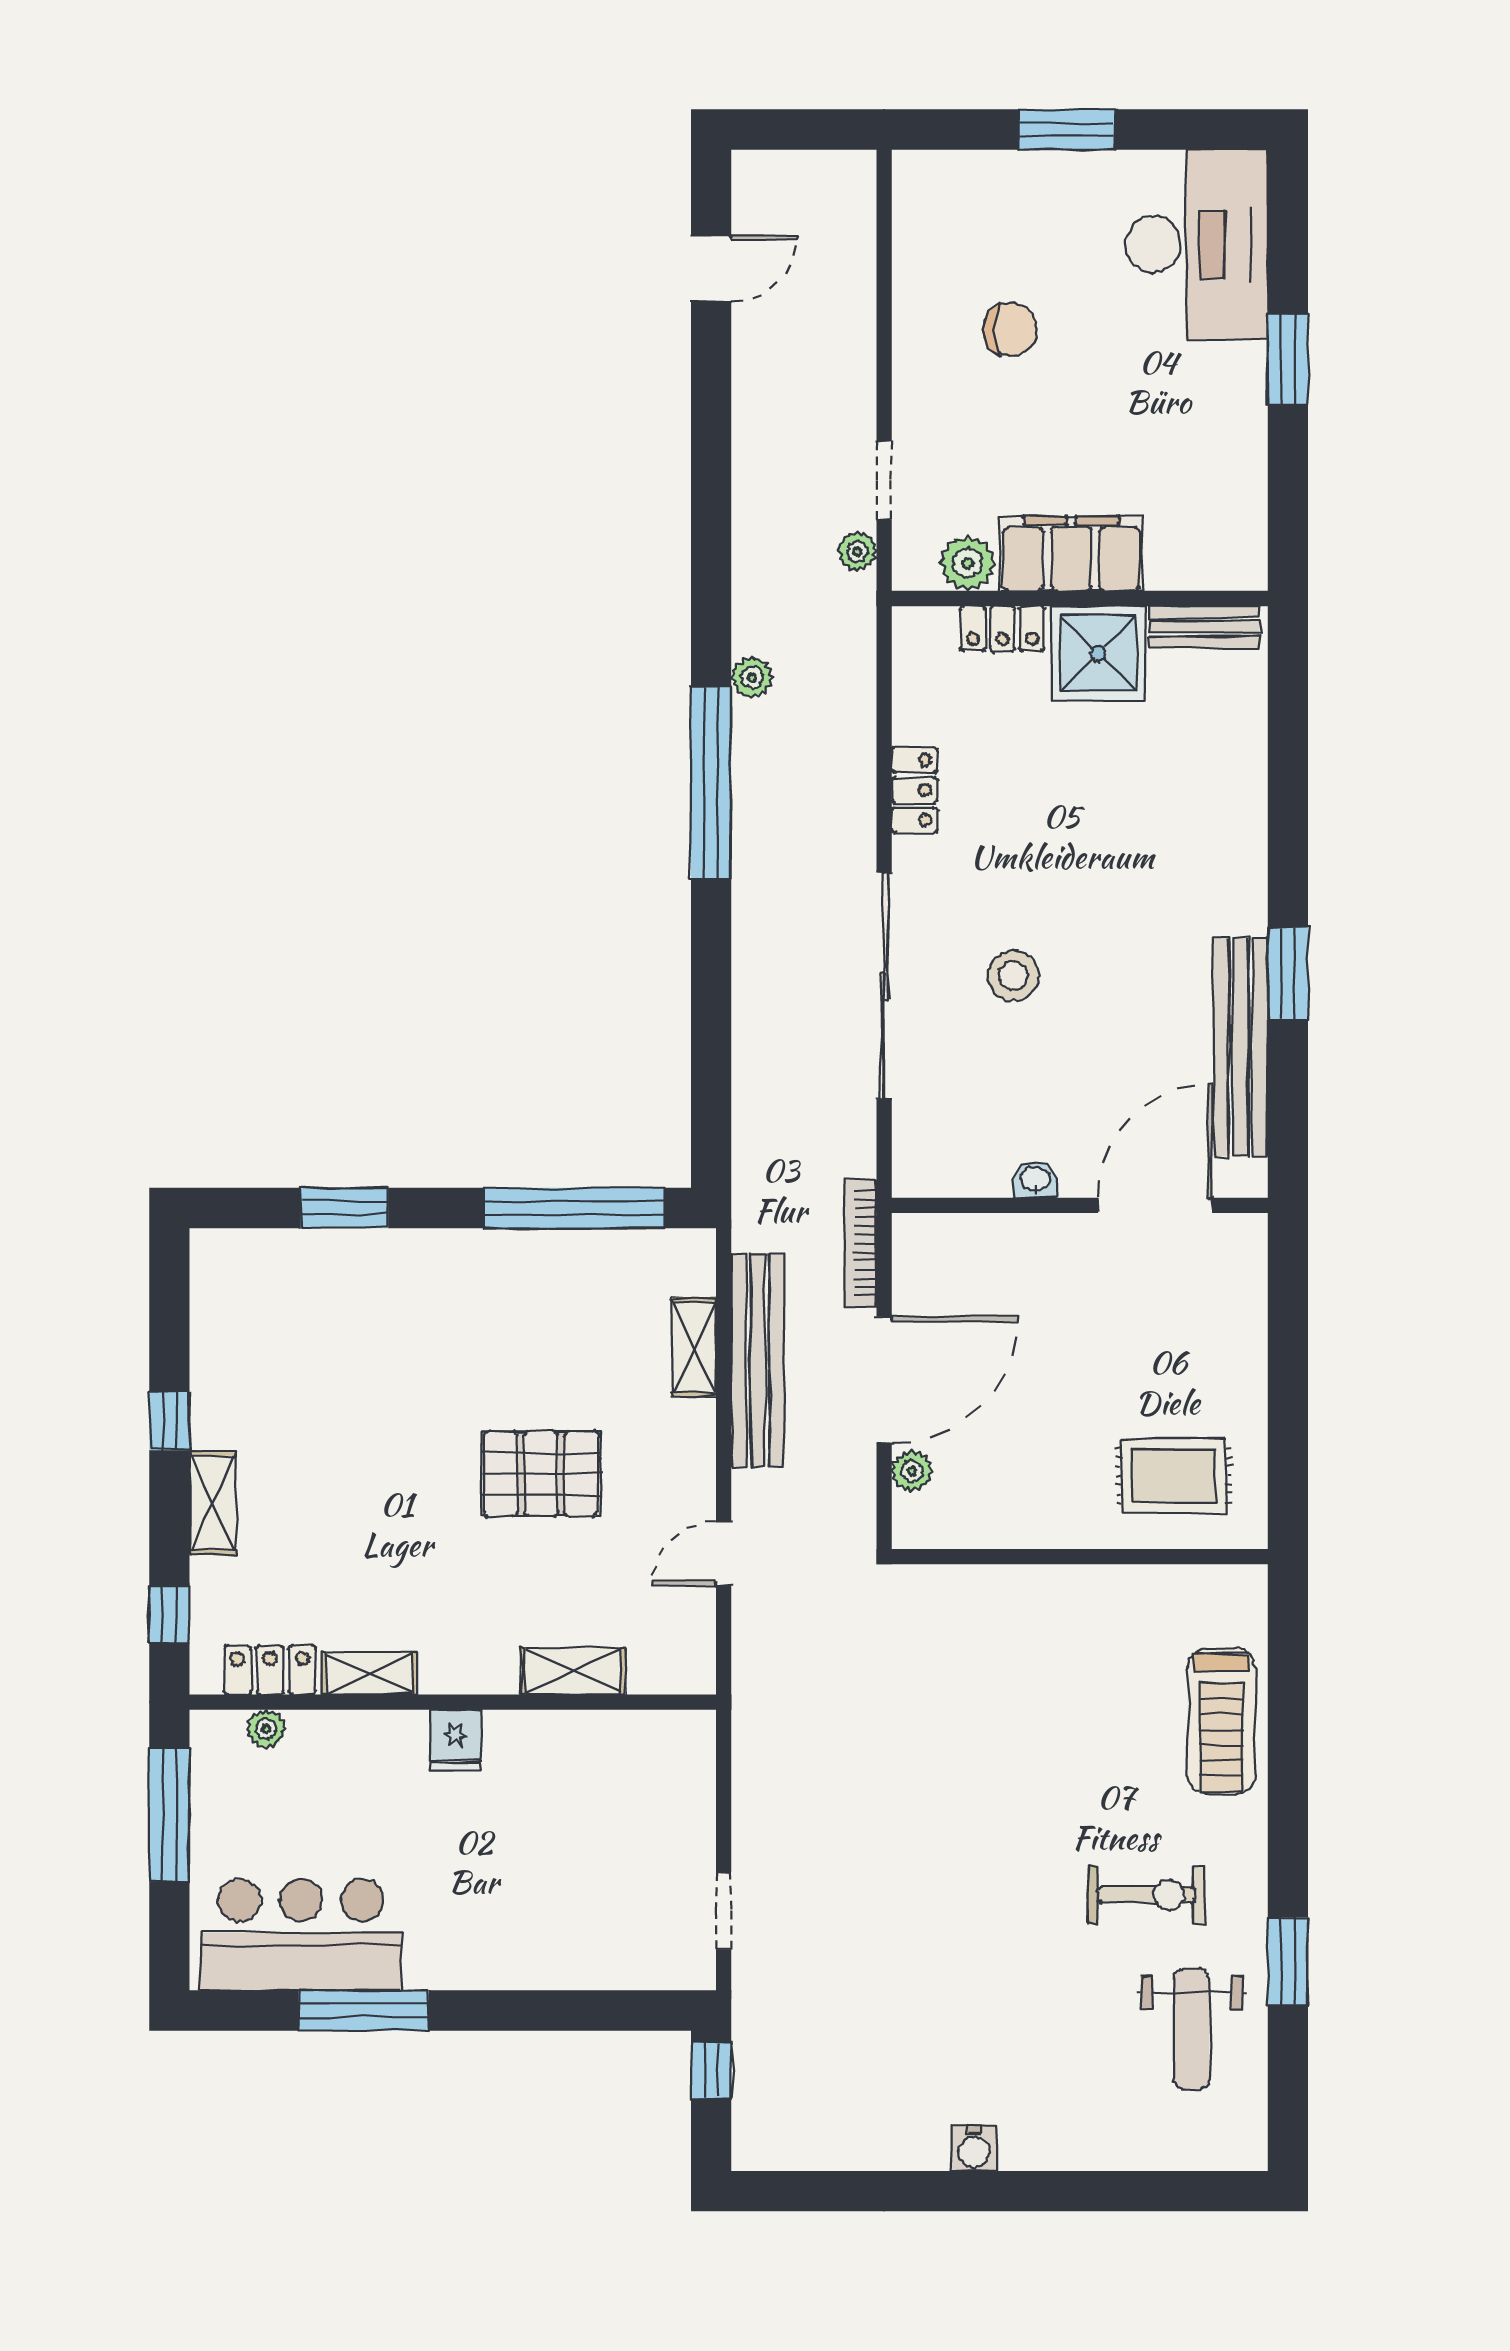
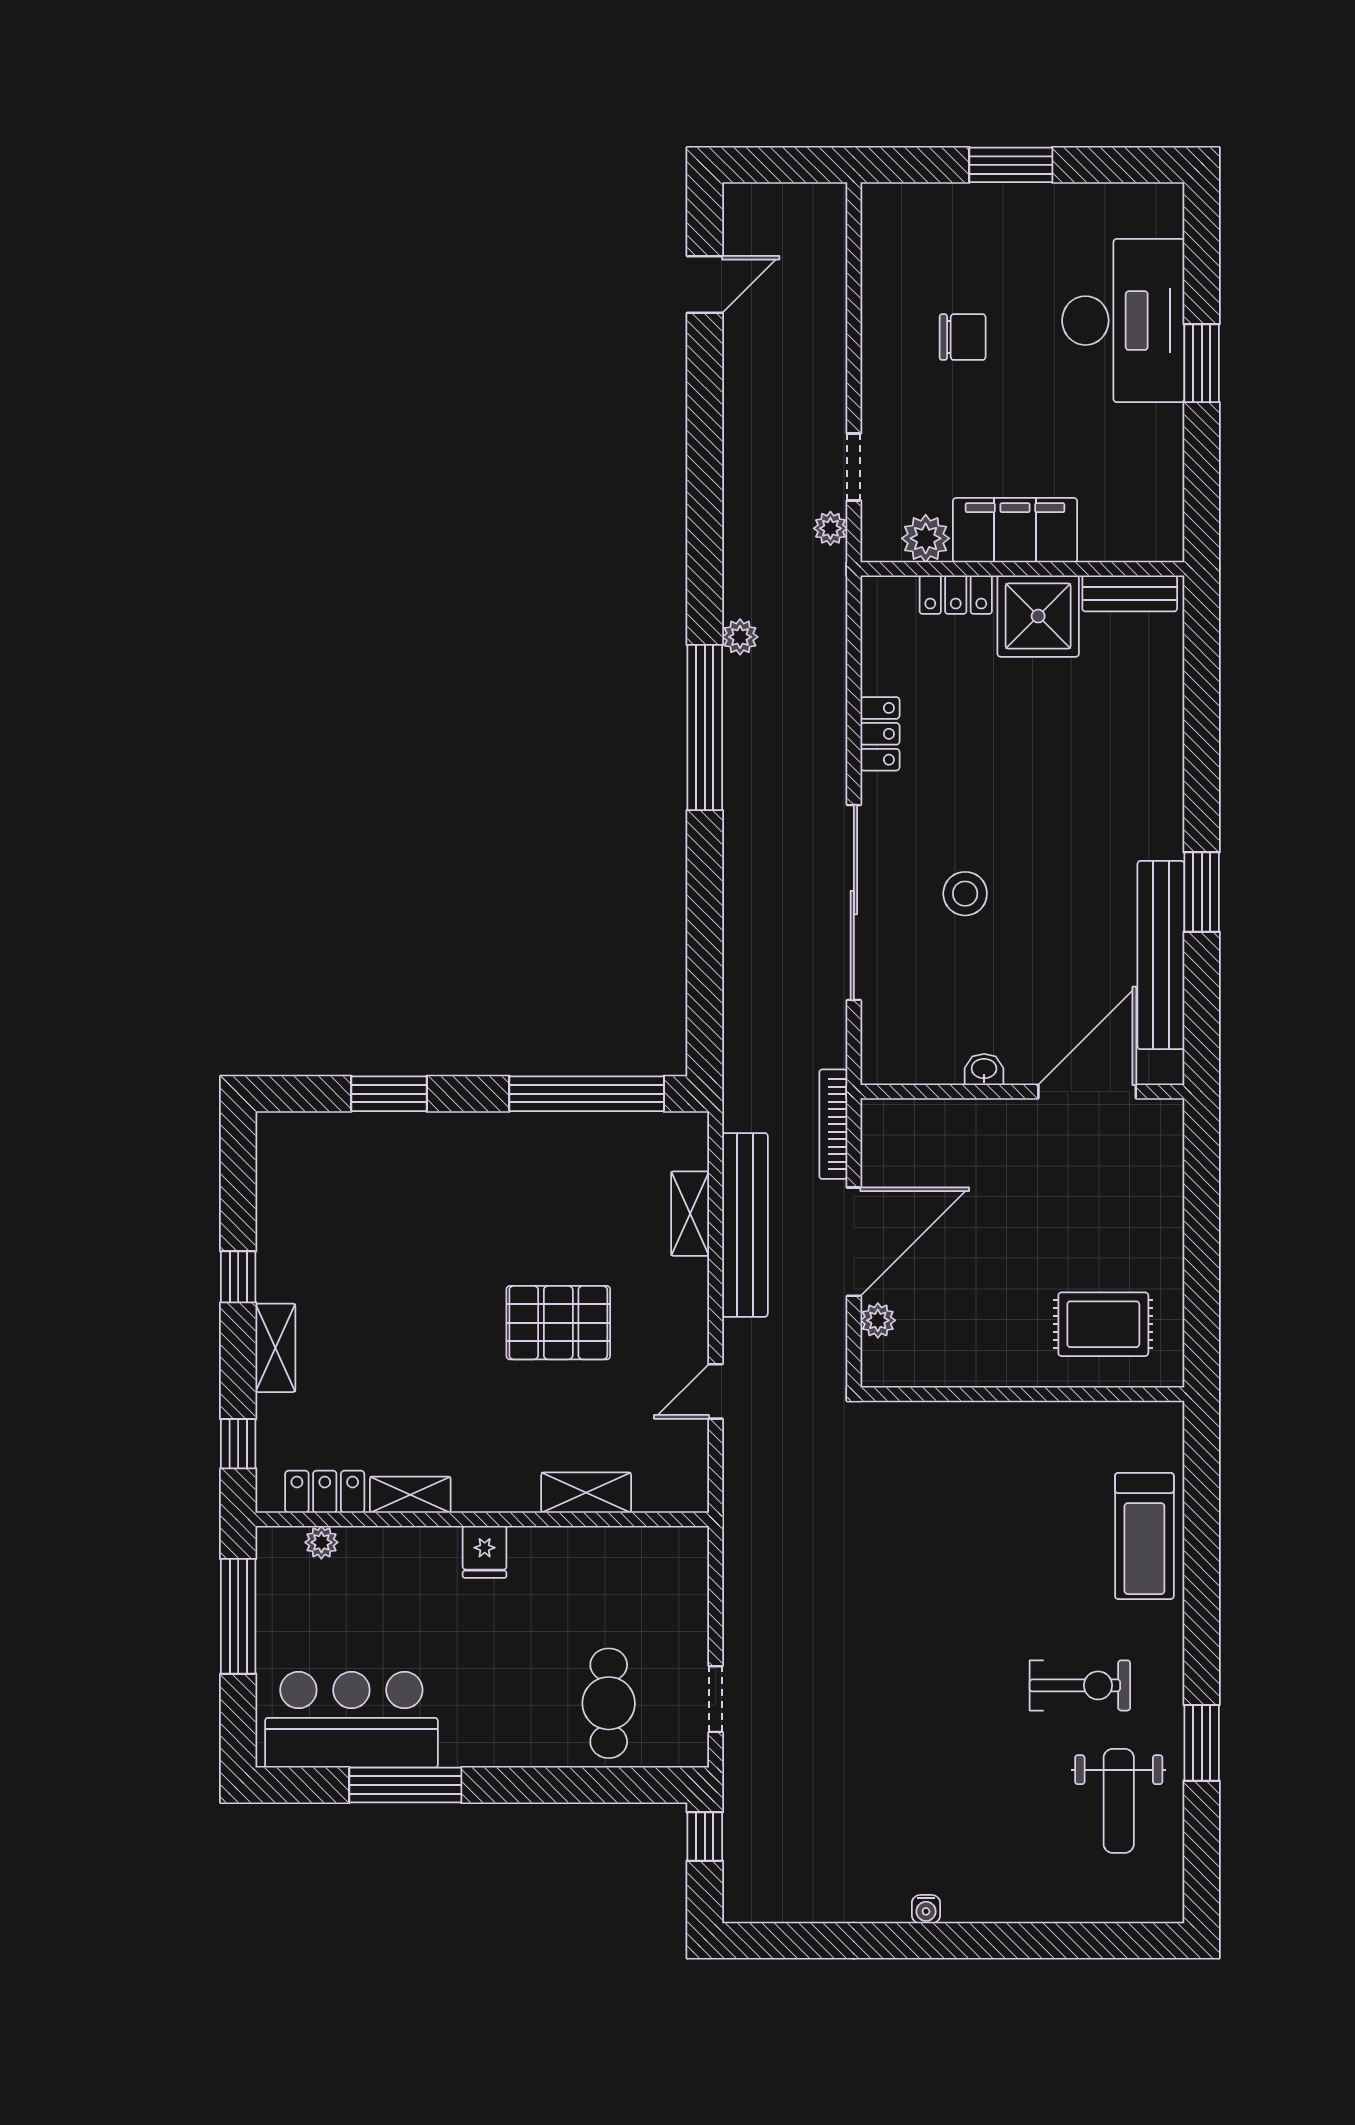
desk: (1197, 244) -> (1123, 321), moved
cafe table: (600, 1916) -> (609, 1703), added
water cooler: (974, 2148) -> (926, 1909), width x0.72, depth x0.72

